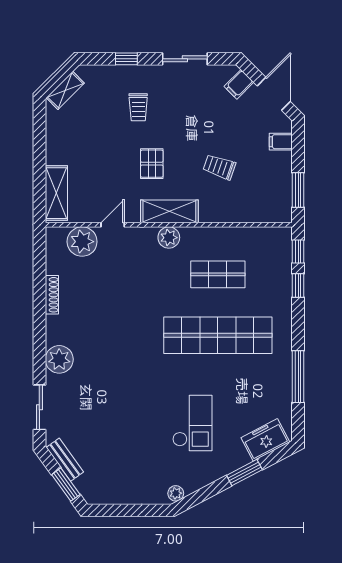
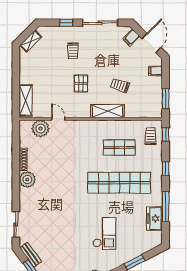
sliding door: (185, 59) -> (100, 23), width x1.37
shelving: (169, 211) -> (107, 111), moved
door: (113, 225) -> (58, 119), hinge flipped
plant: (169, 238) -> (91, 126), removed
trolley: (272, 255) -> (151, 136), added
window: (298, 286) -> (166, 169), moved
plant: (59, 359) -> (27, 179), moved
freezer: (265, 440) -> (154, 218), moved, turned -62

